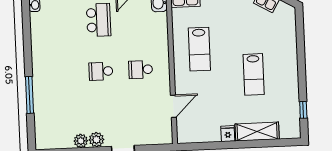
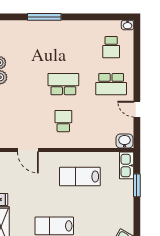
school desk: (59, 22) -> (111, 47), added
school desk: (101, 71) -> (63, 84), width x1.85

